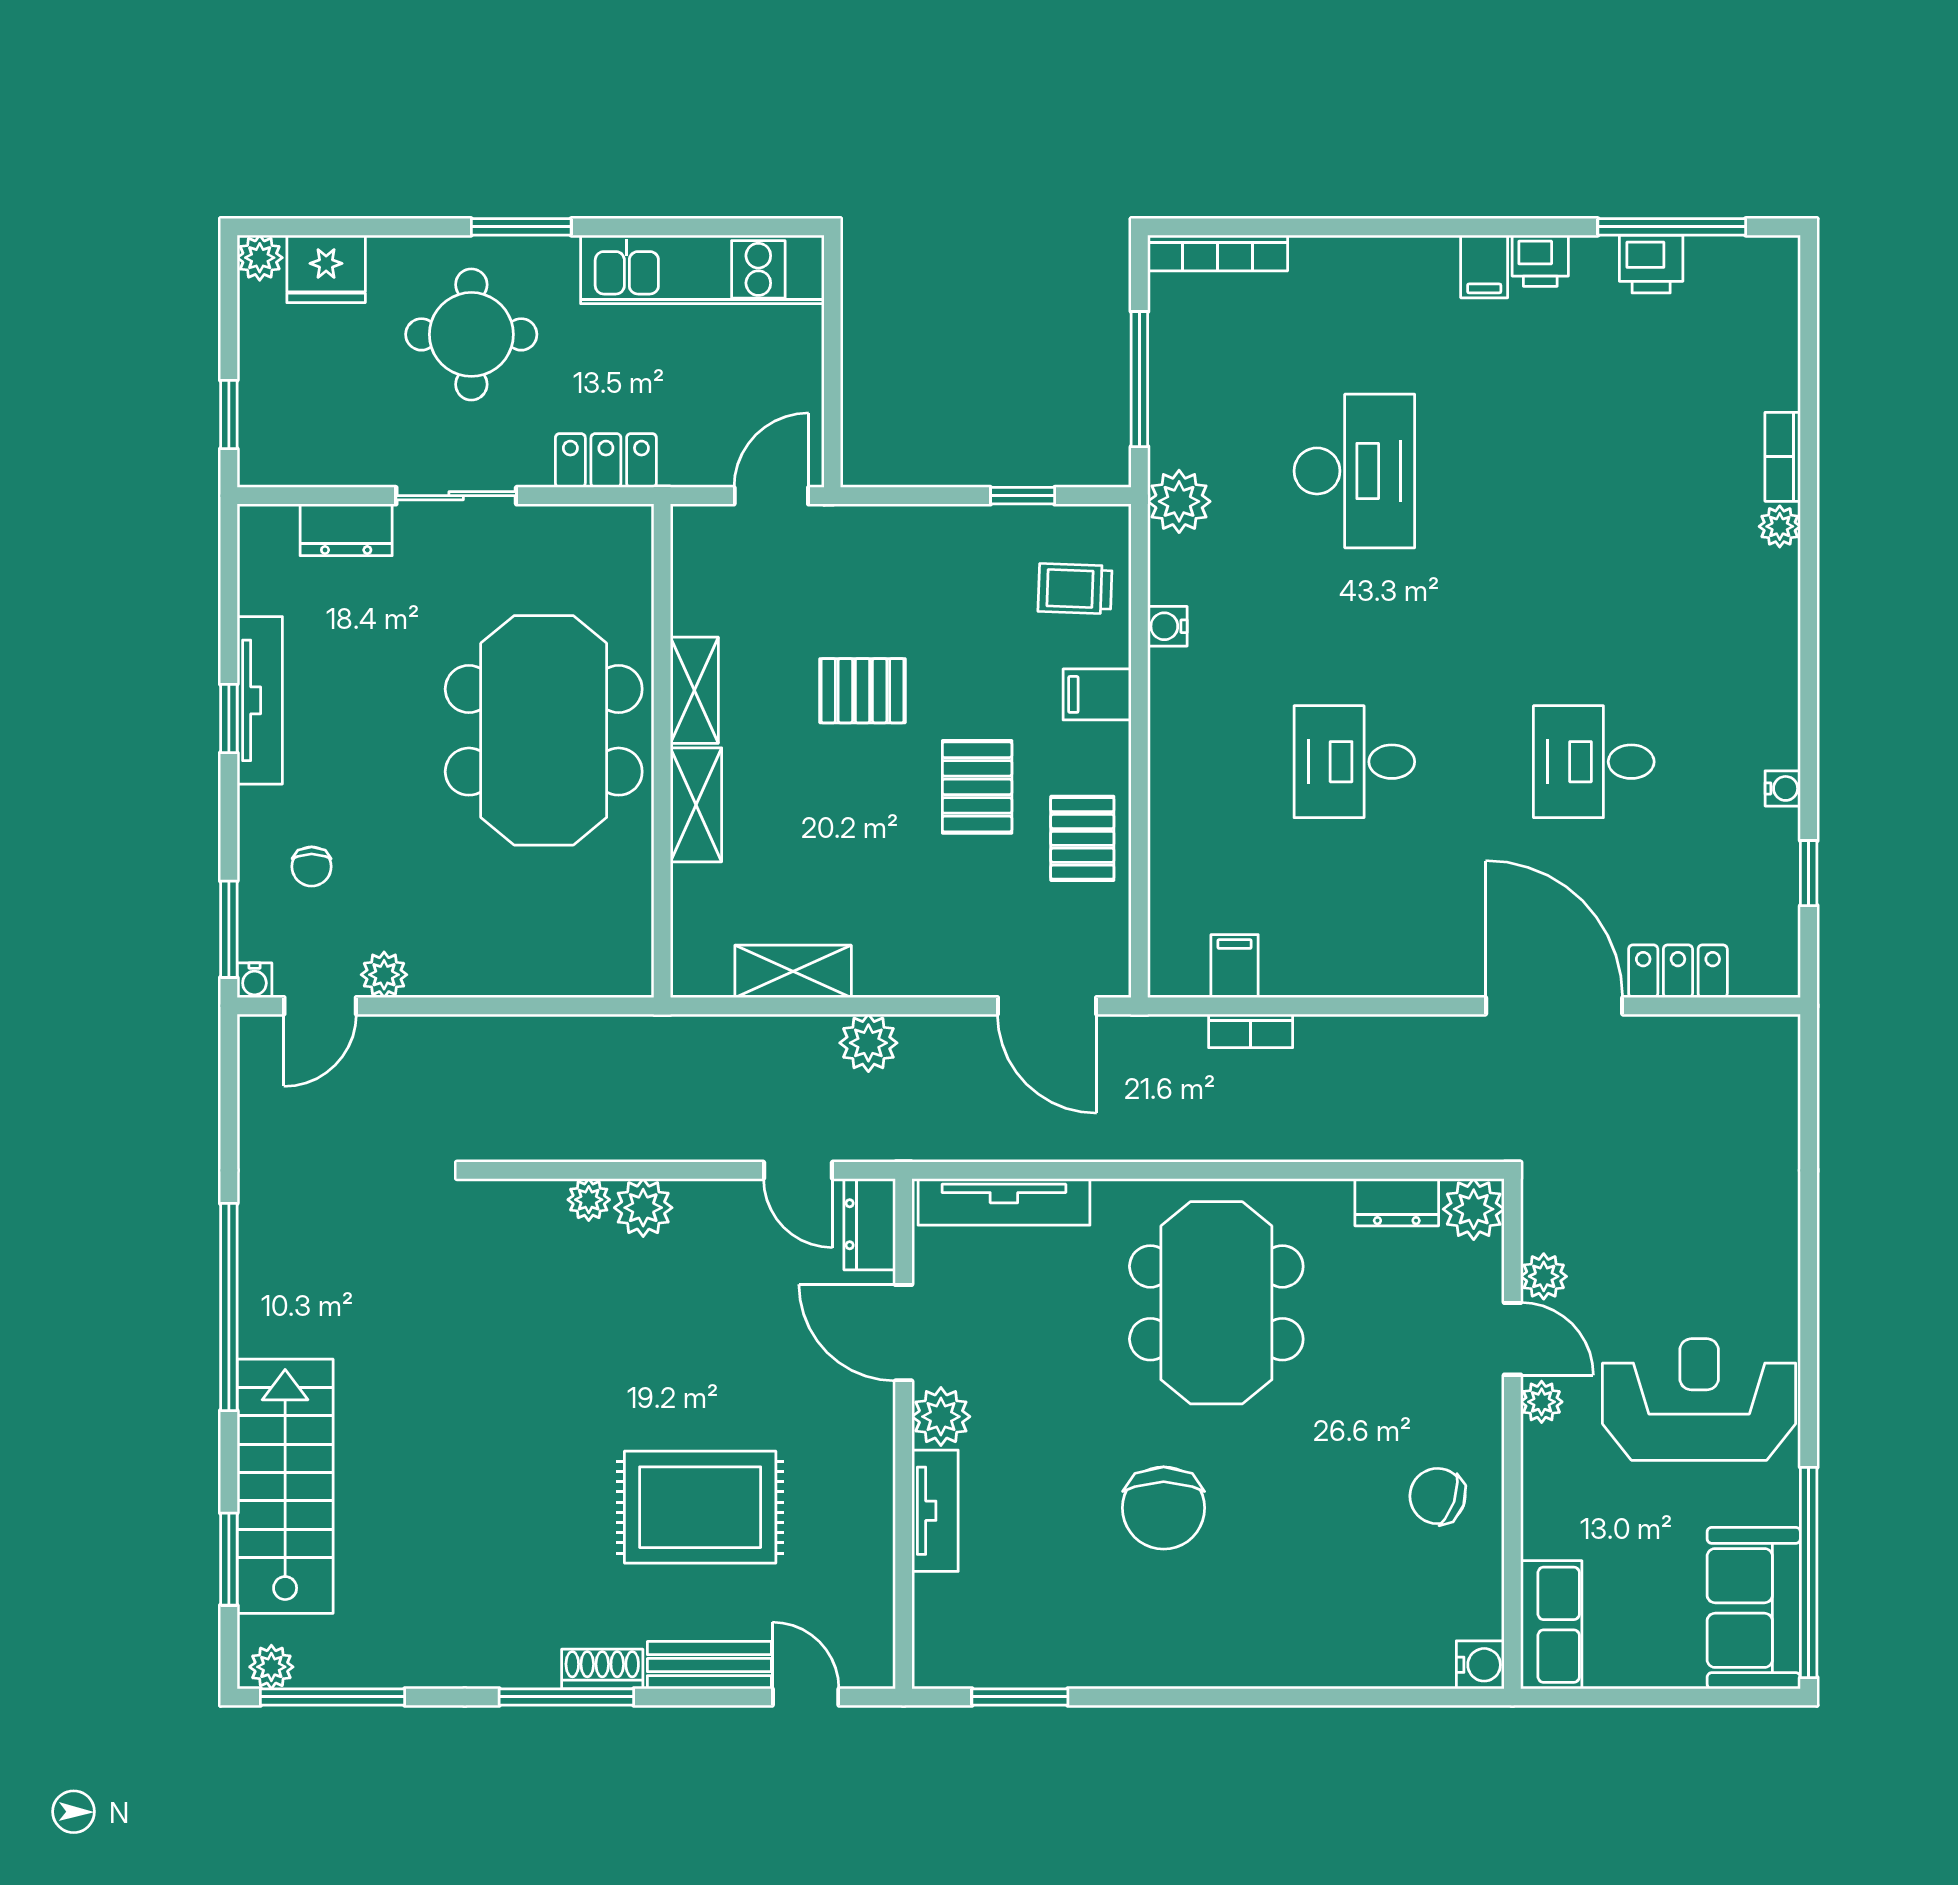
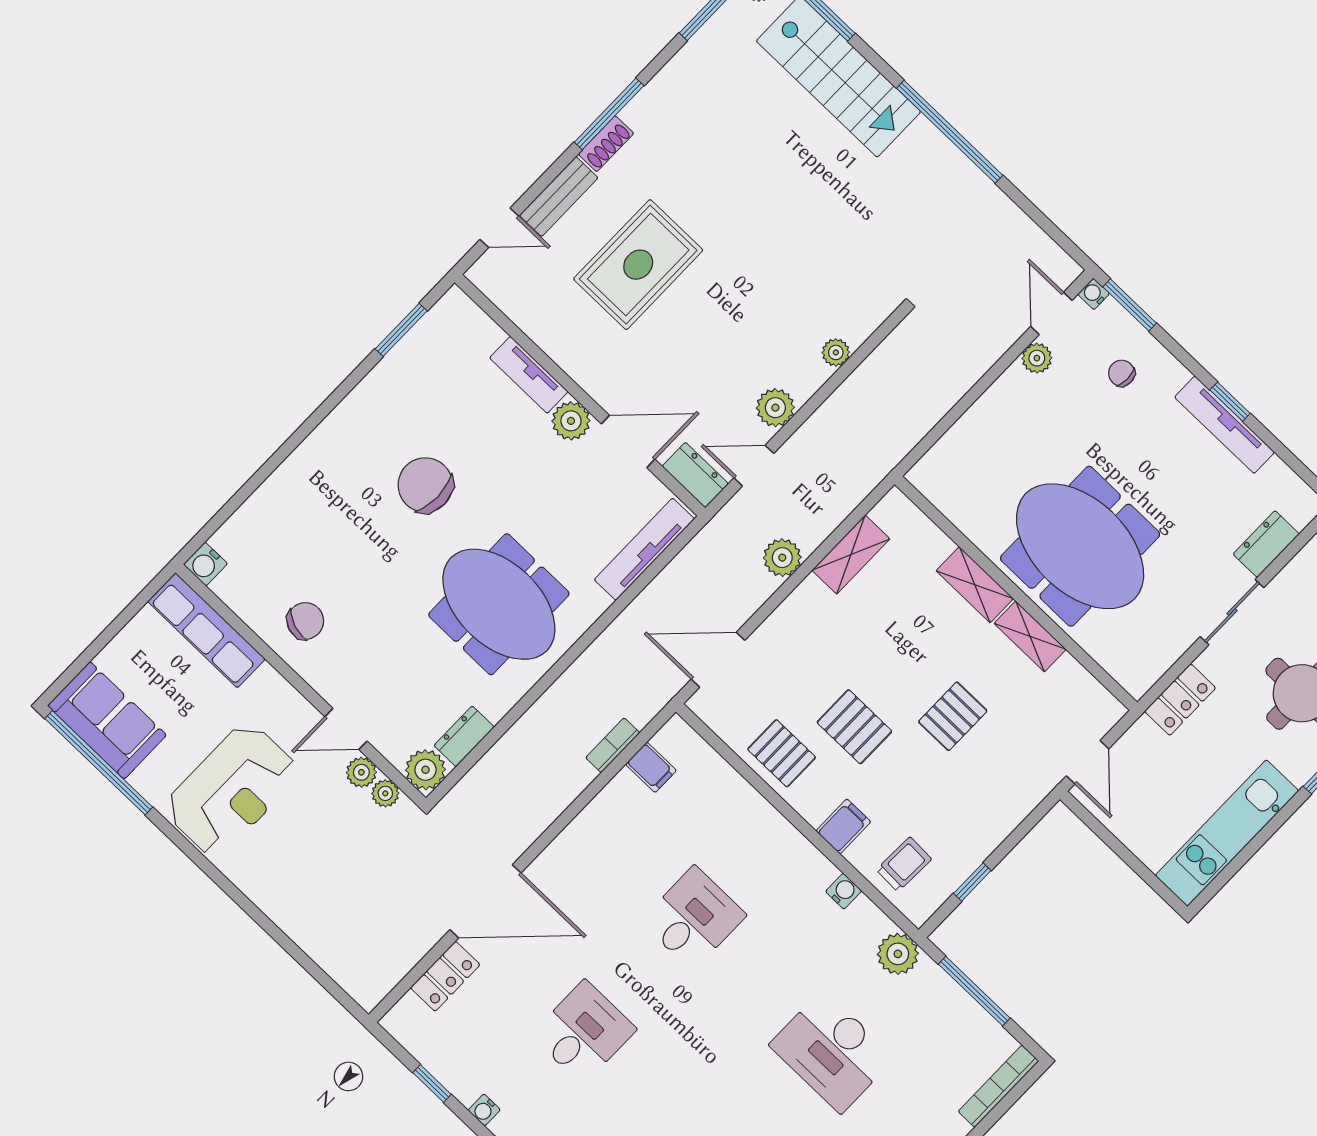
plant: (643, 1208) -> (775, 408), moved
plant: (1542, 1402) -> (385, 793), moved
row of seats: (1551, 1625) -> (206, 630), width x1.48

